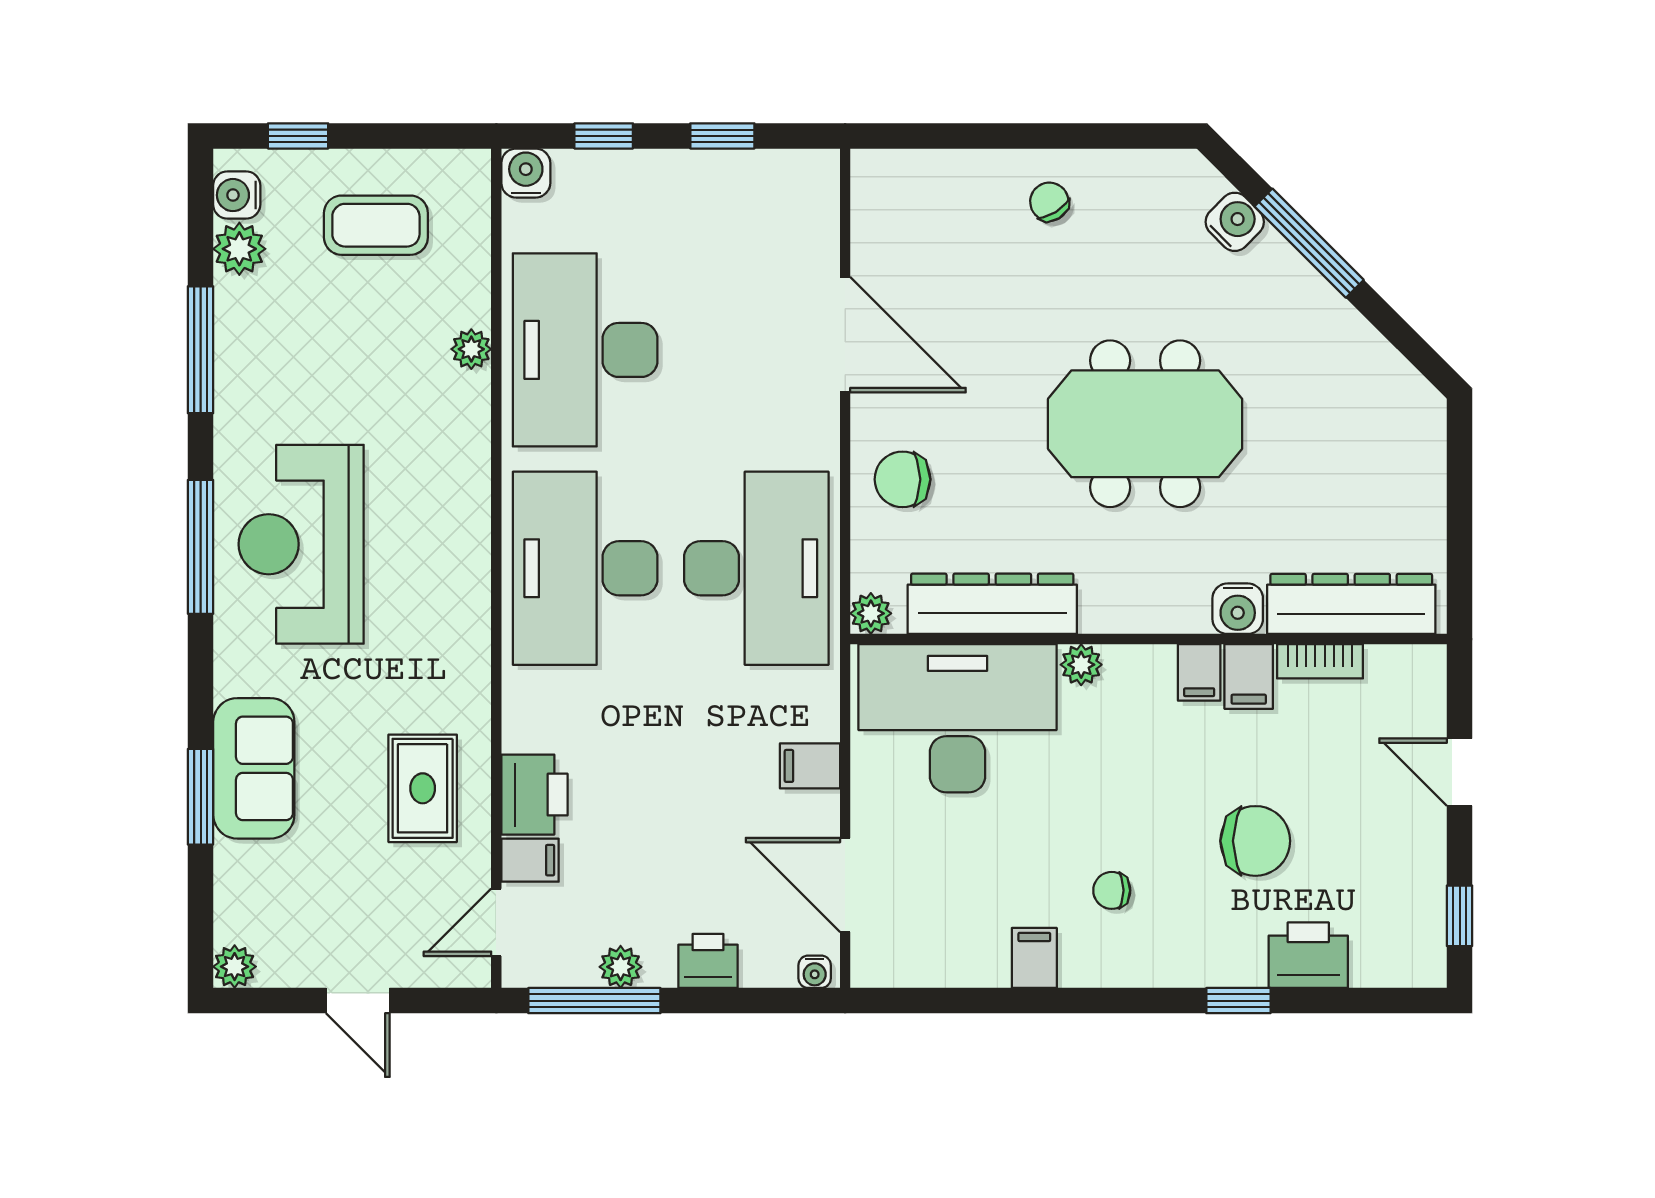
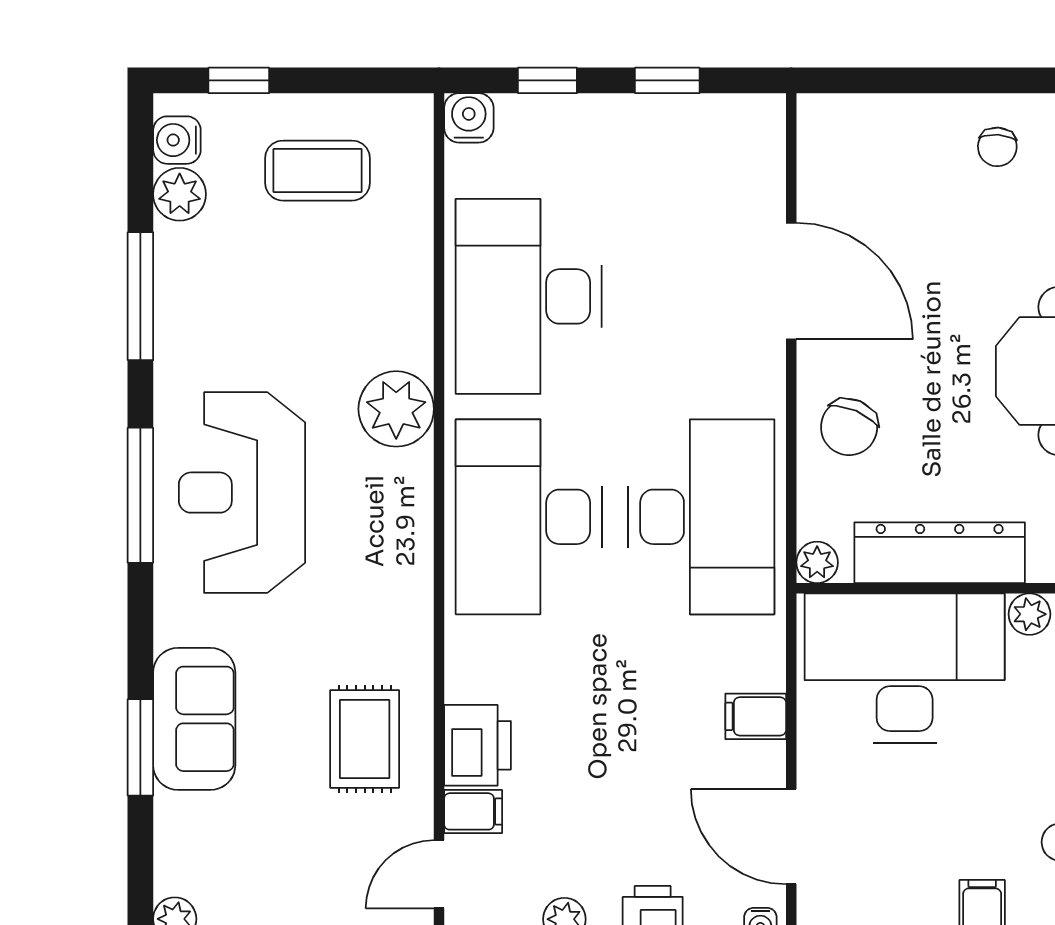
chair: (1049, 202) -> (997, 147), turned -144
plant: (471, 349) -> (396, 409), moved, width x1.88, depth x1.88
chair: (902, 479) -> (849, 427), turned -67

